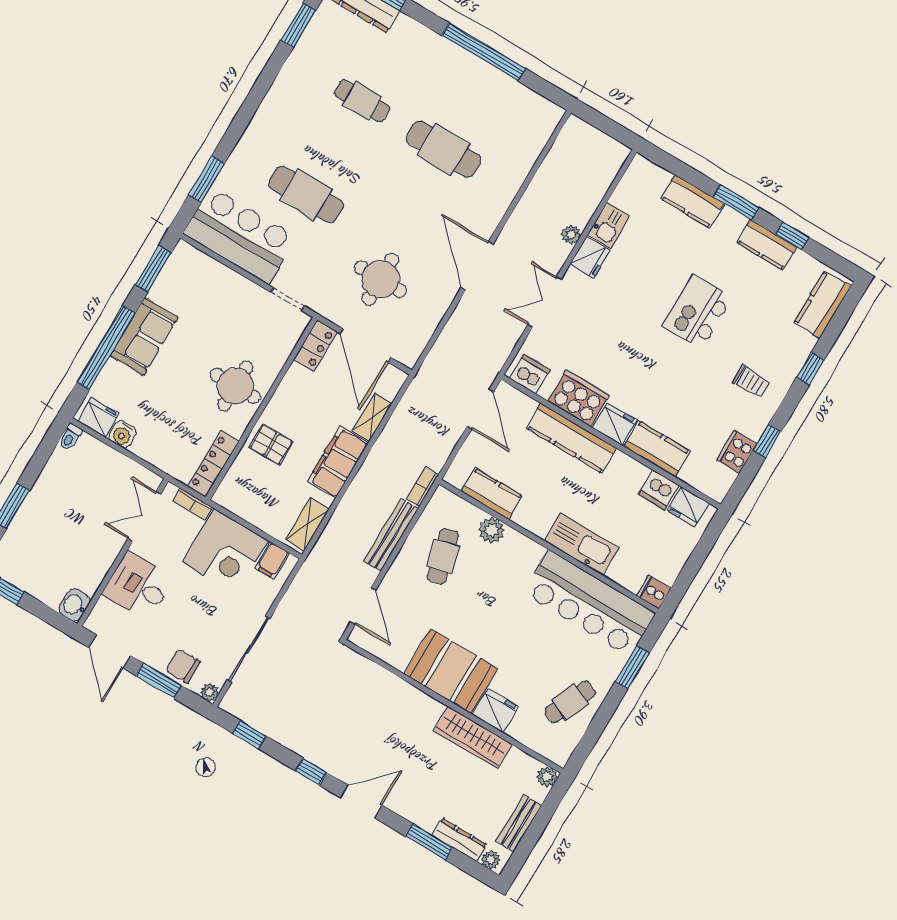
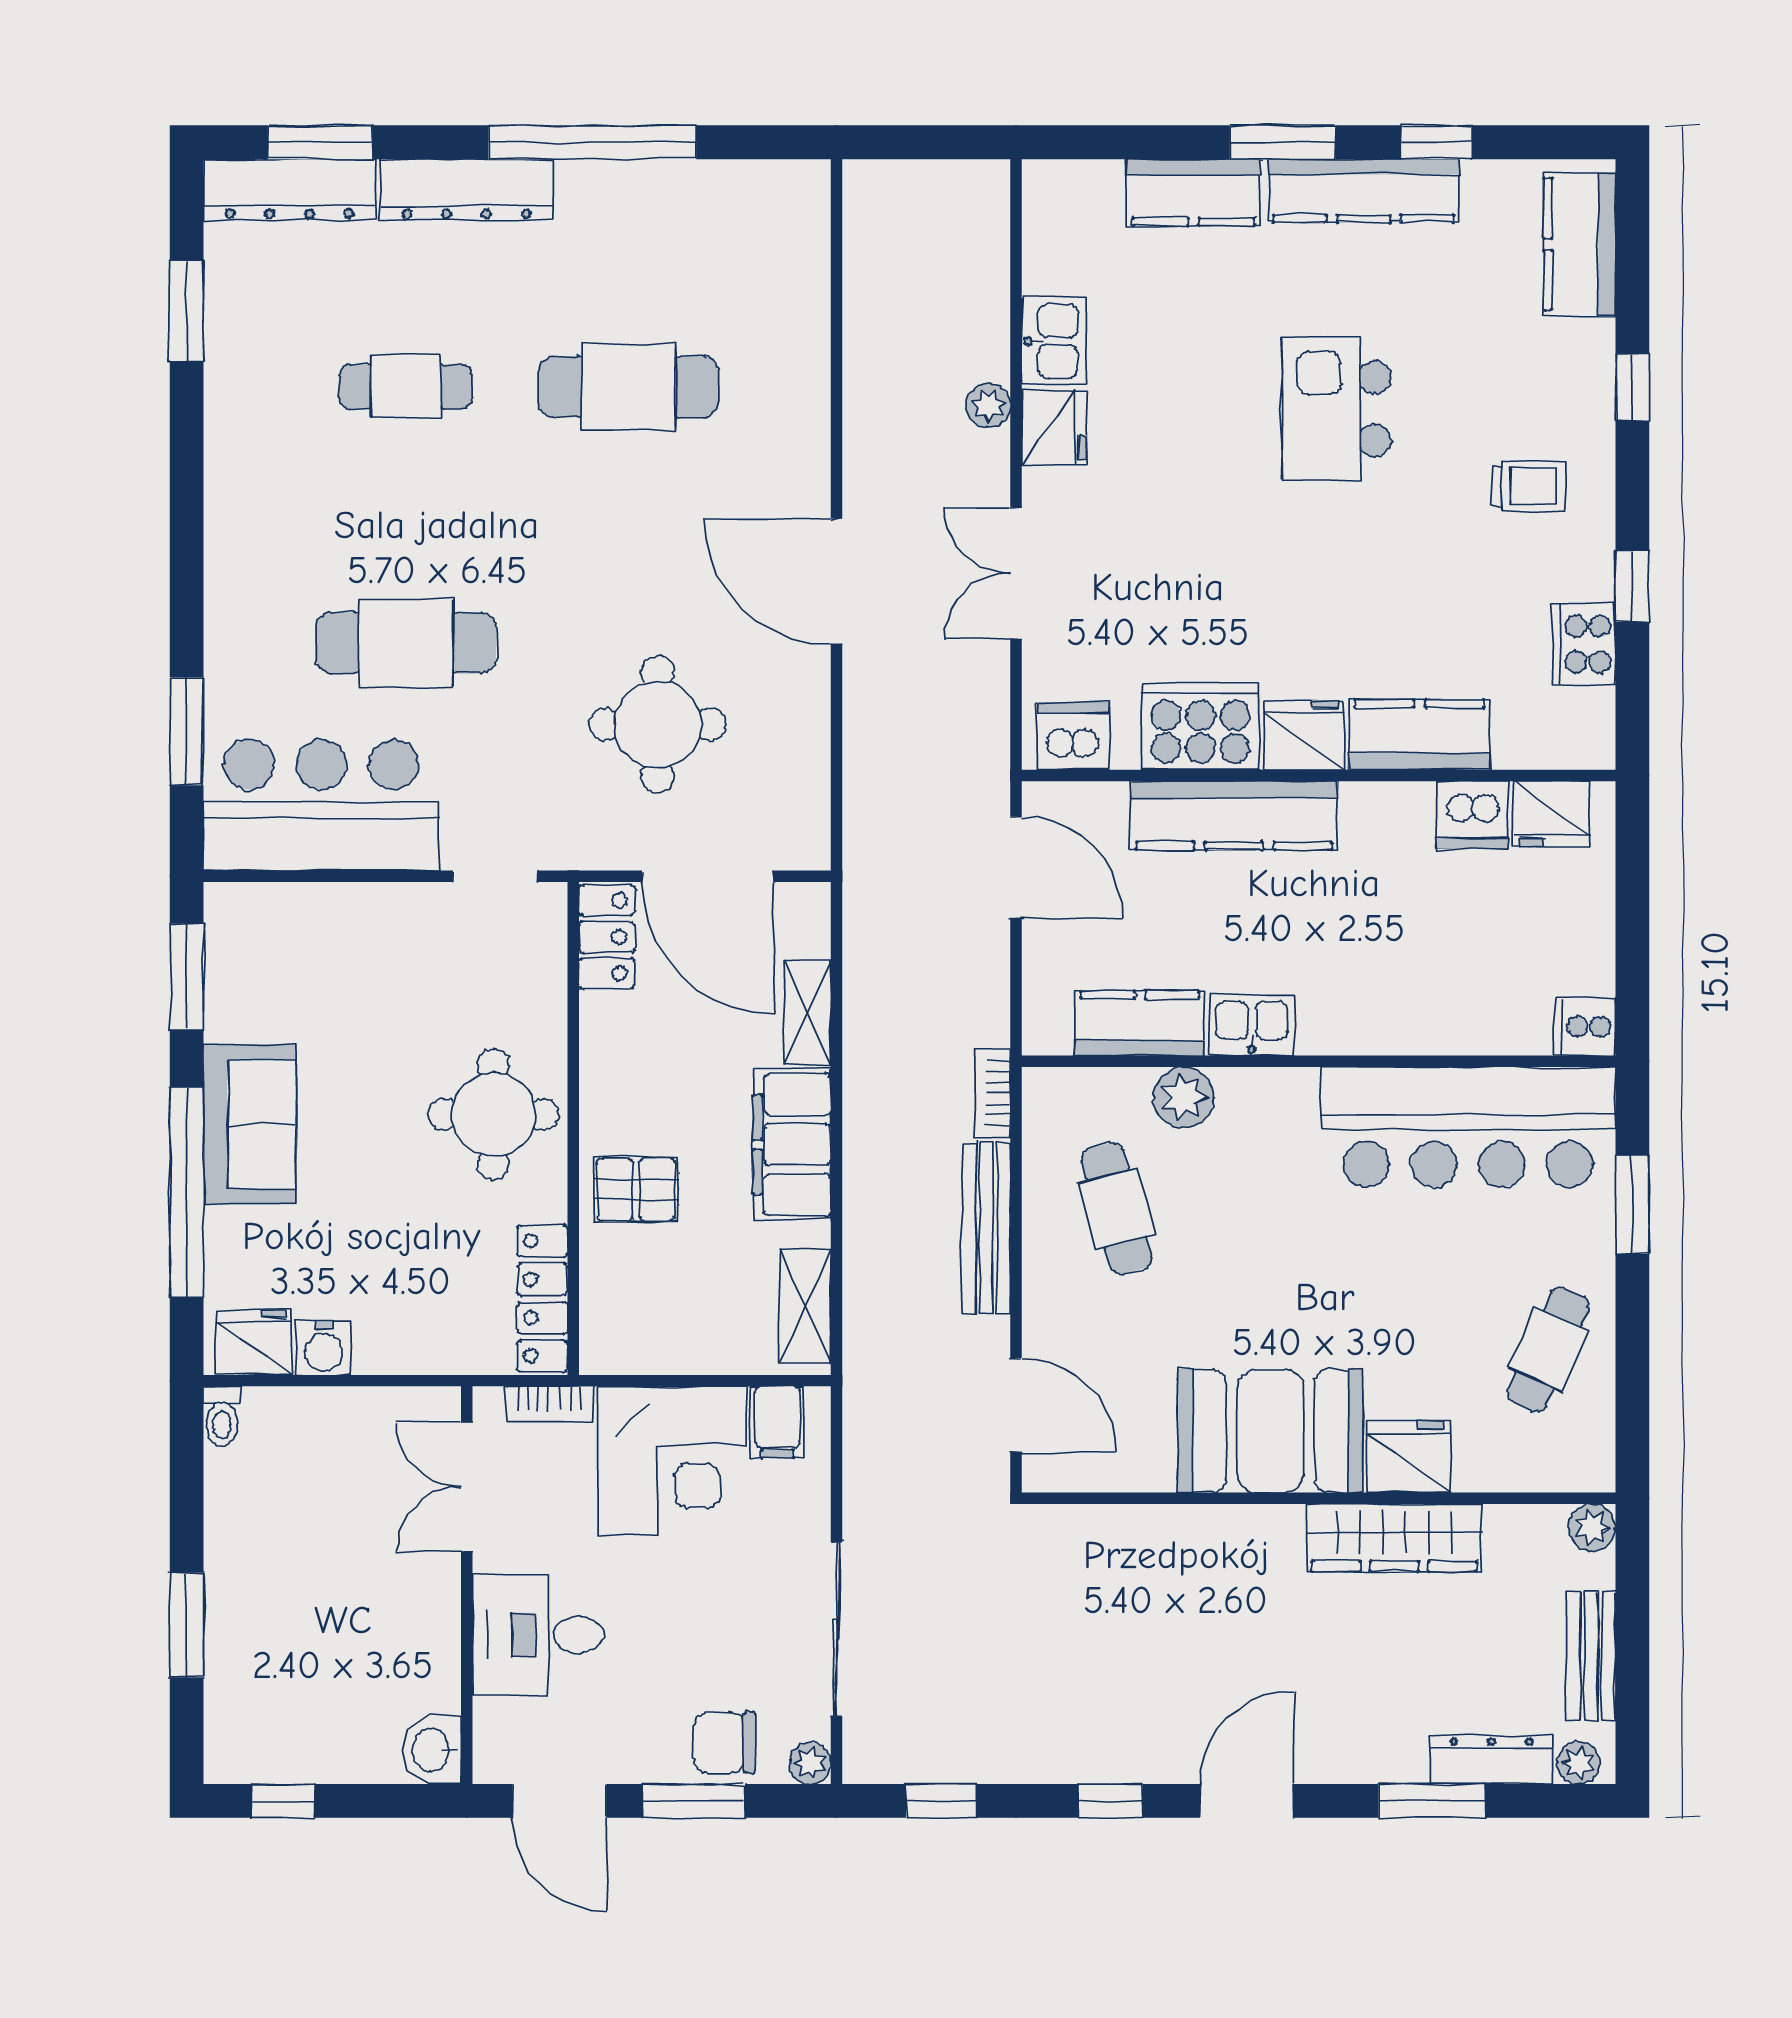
dresser: (427, 42) -> (466, 190), added
kitchen counter: (767, 245) -> (1364, 191), width x1.50
kitchen sink: (582, 544) -> (1252, 1025), moved, width x0.53, depth x0.81

